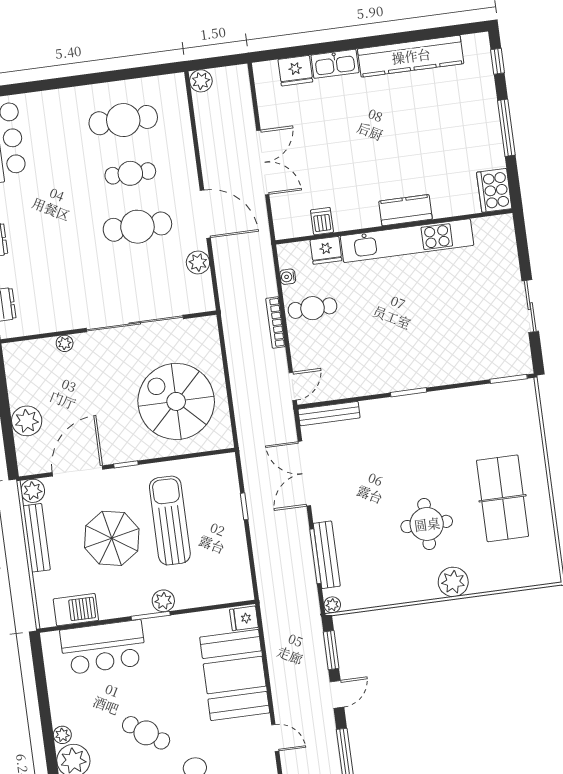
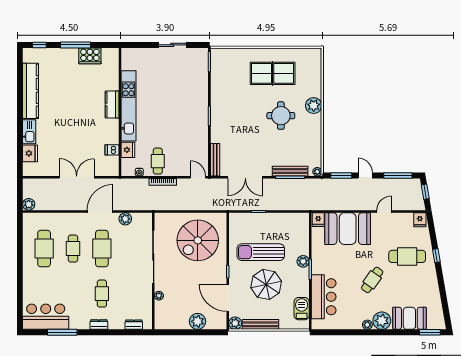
cooker: (494, 190) -> (90, 56), moved
cafe table: (54, 238) -> (102, 294), added

